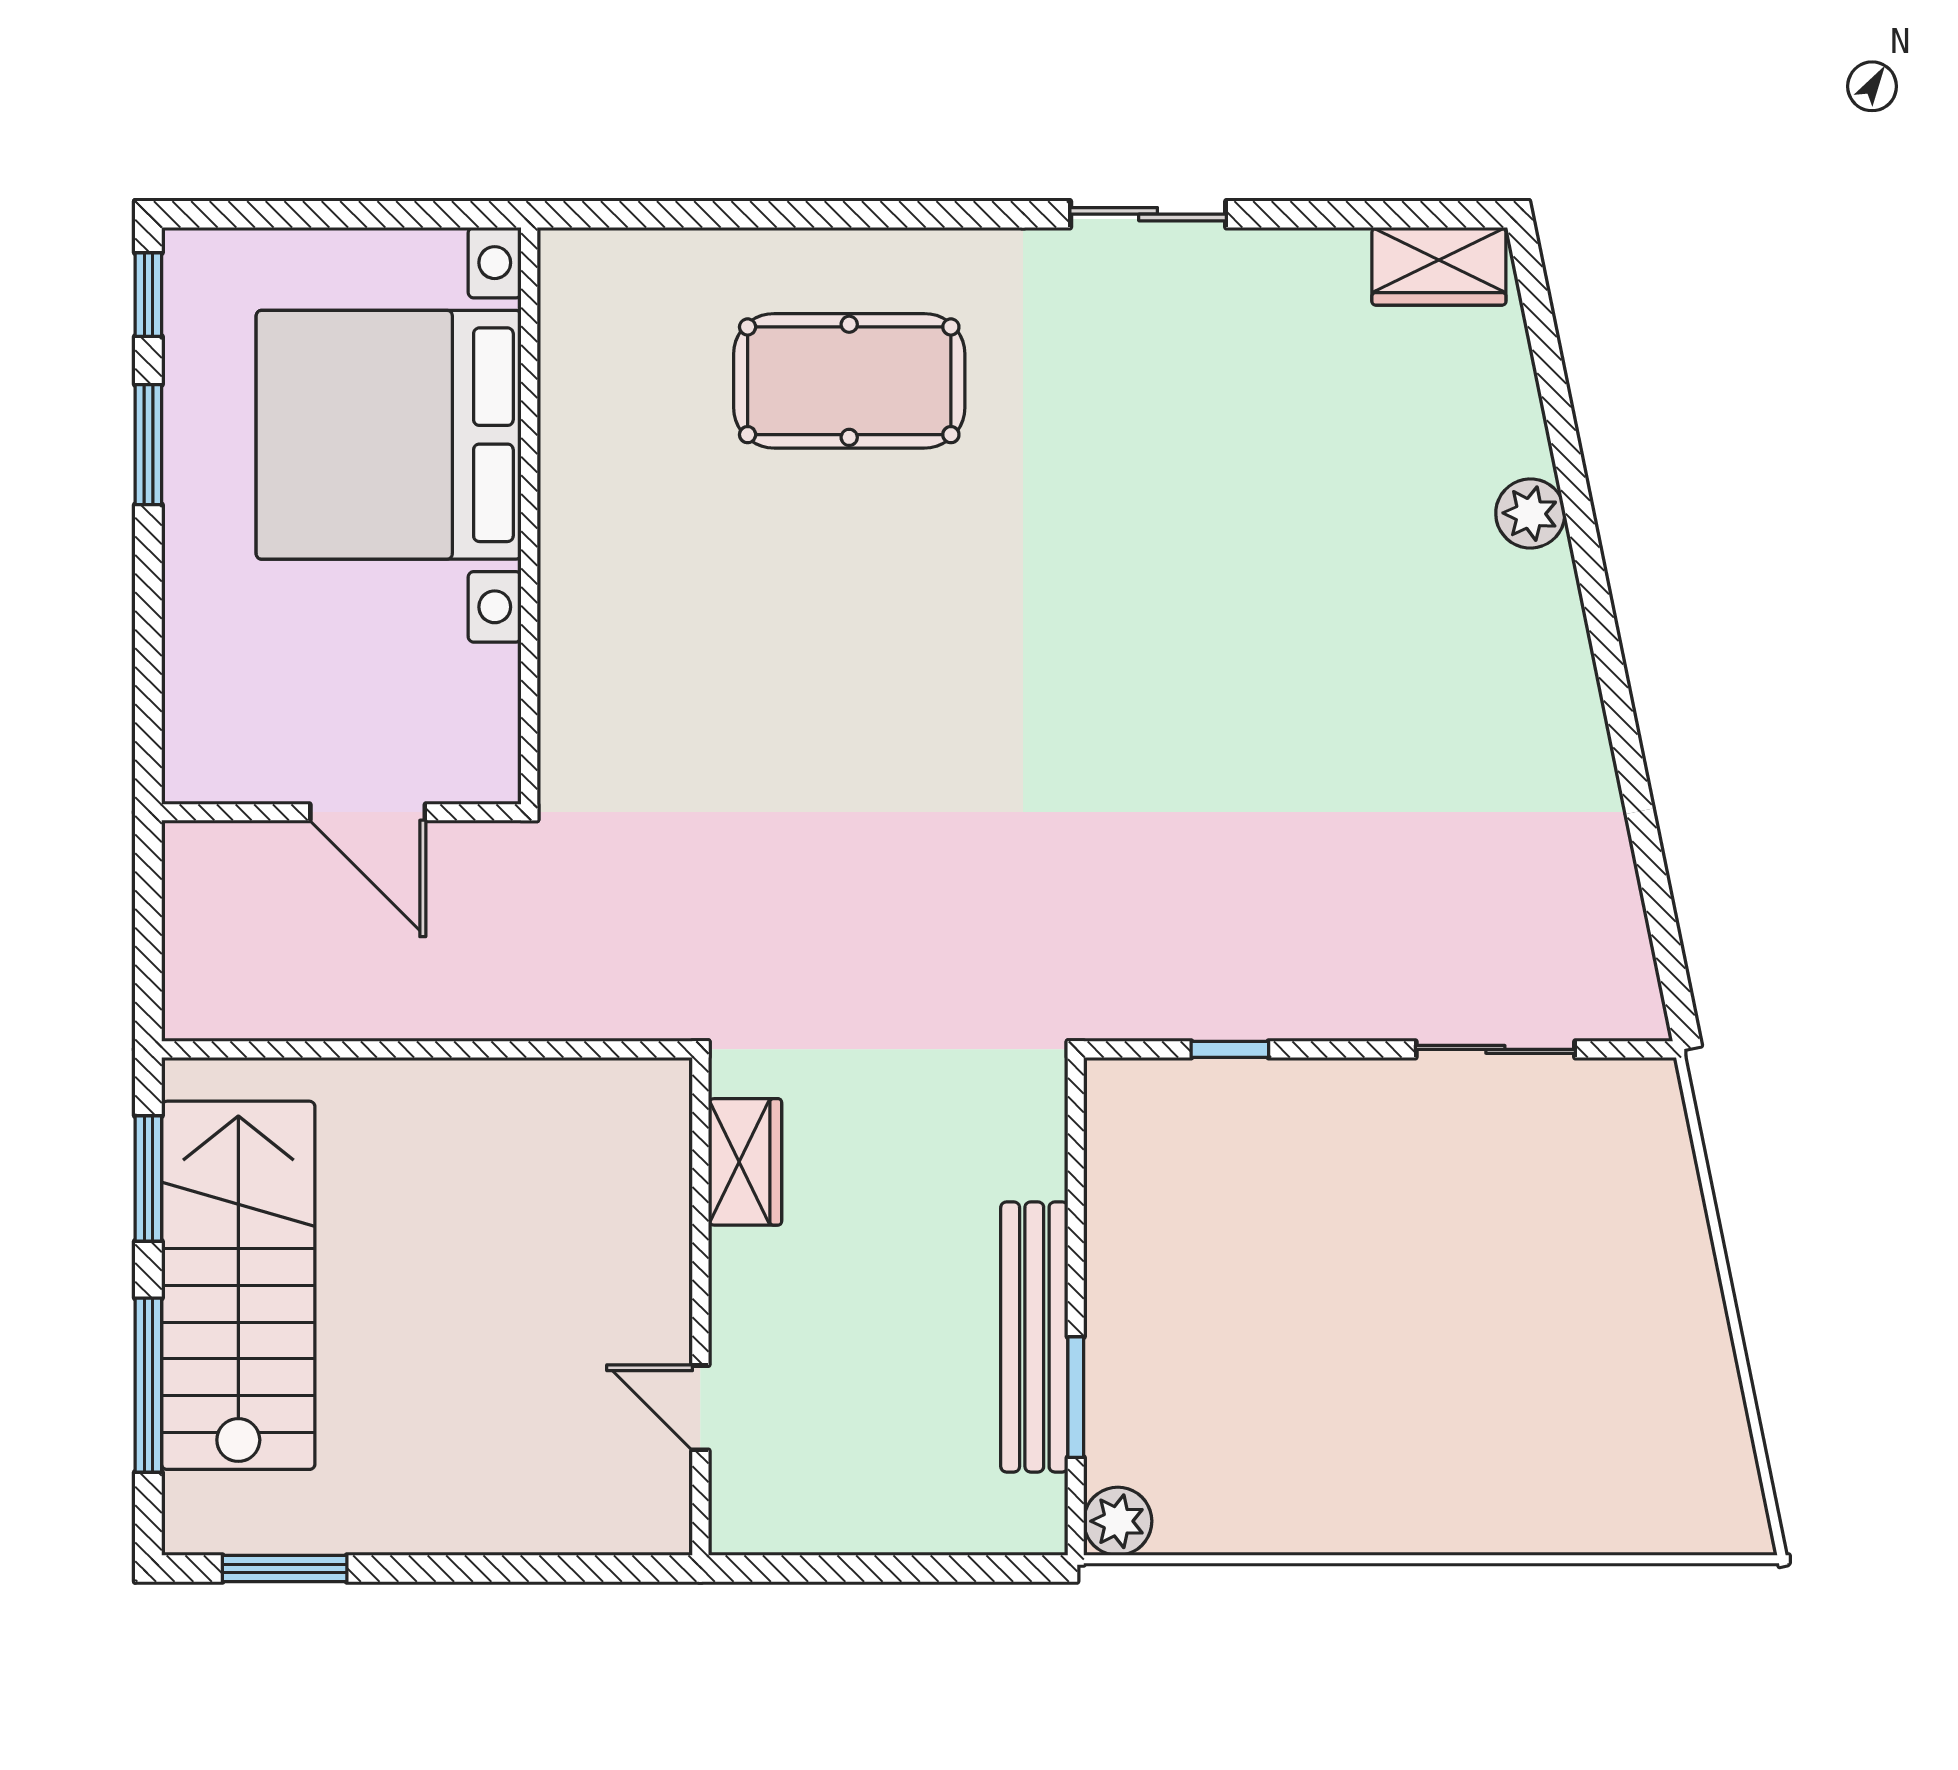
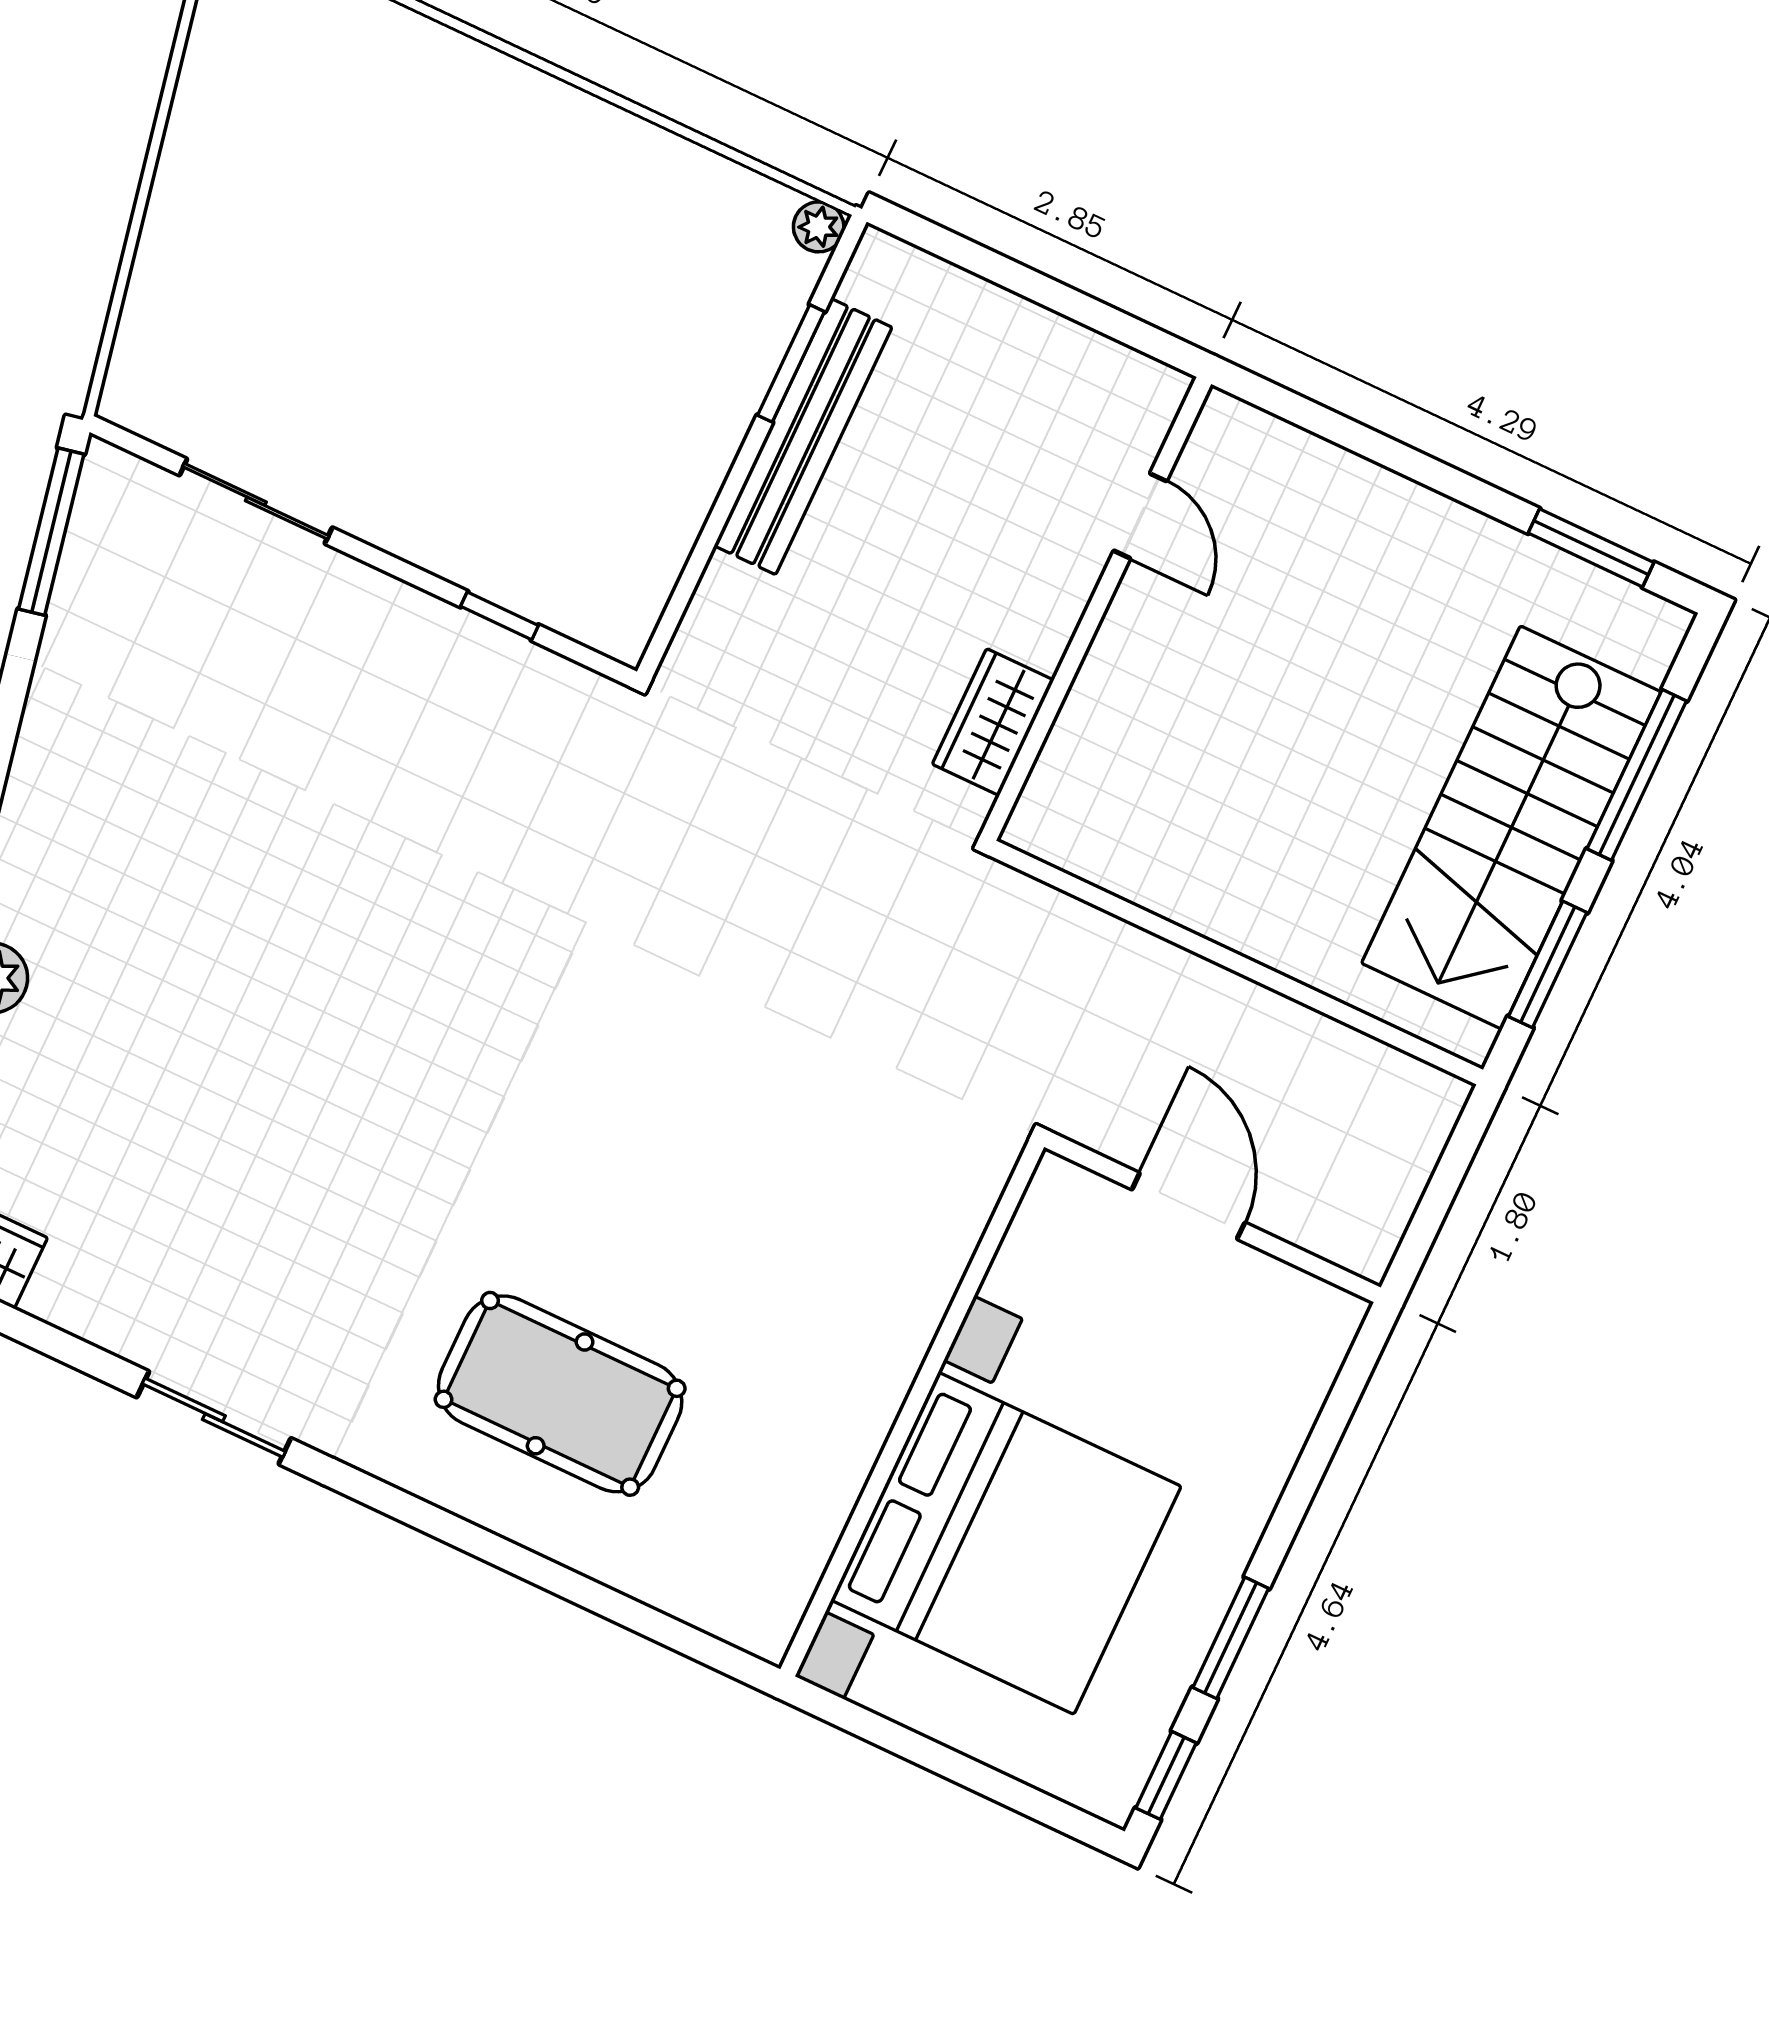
window: (1665, 936) -> (51, 532), added
plant: (1118, 1521) -> (819, 227), width x0.73, depth x0.73

